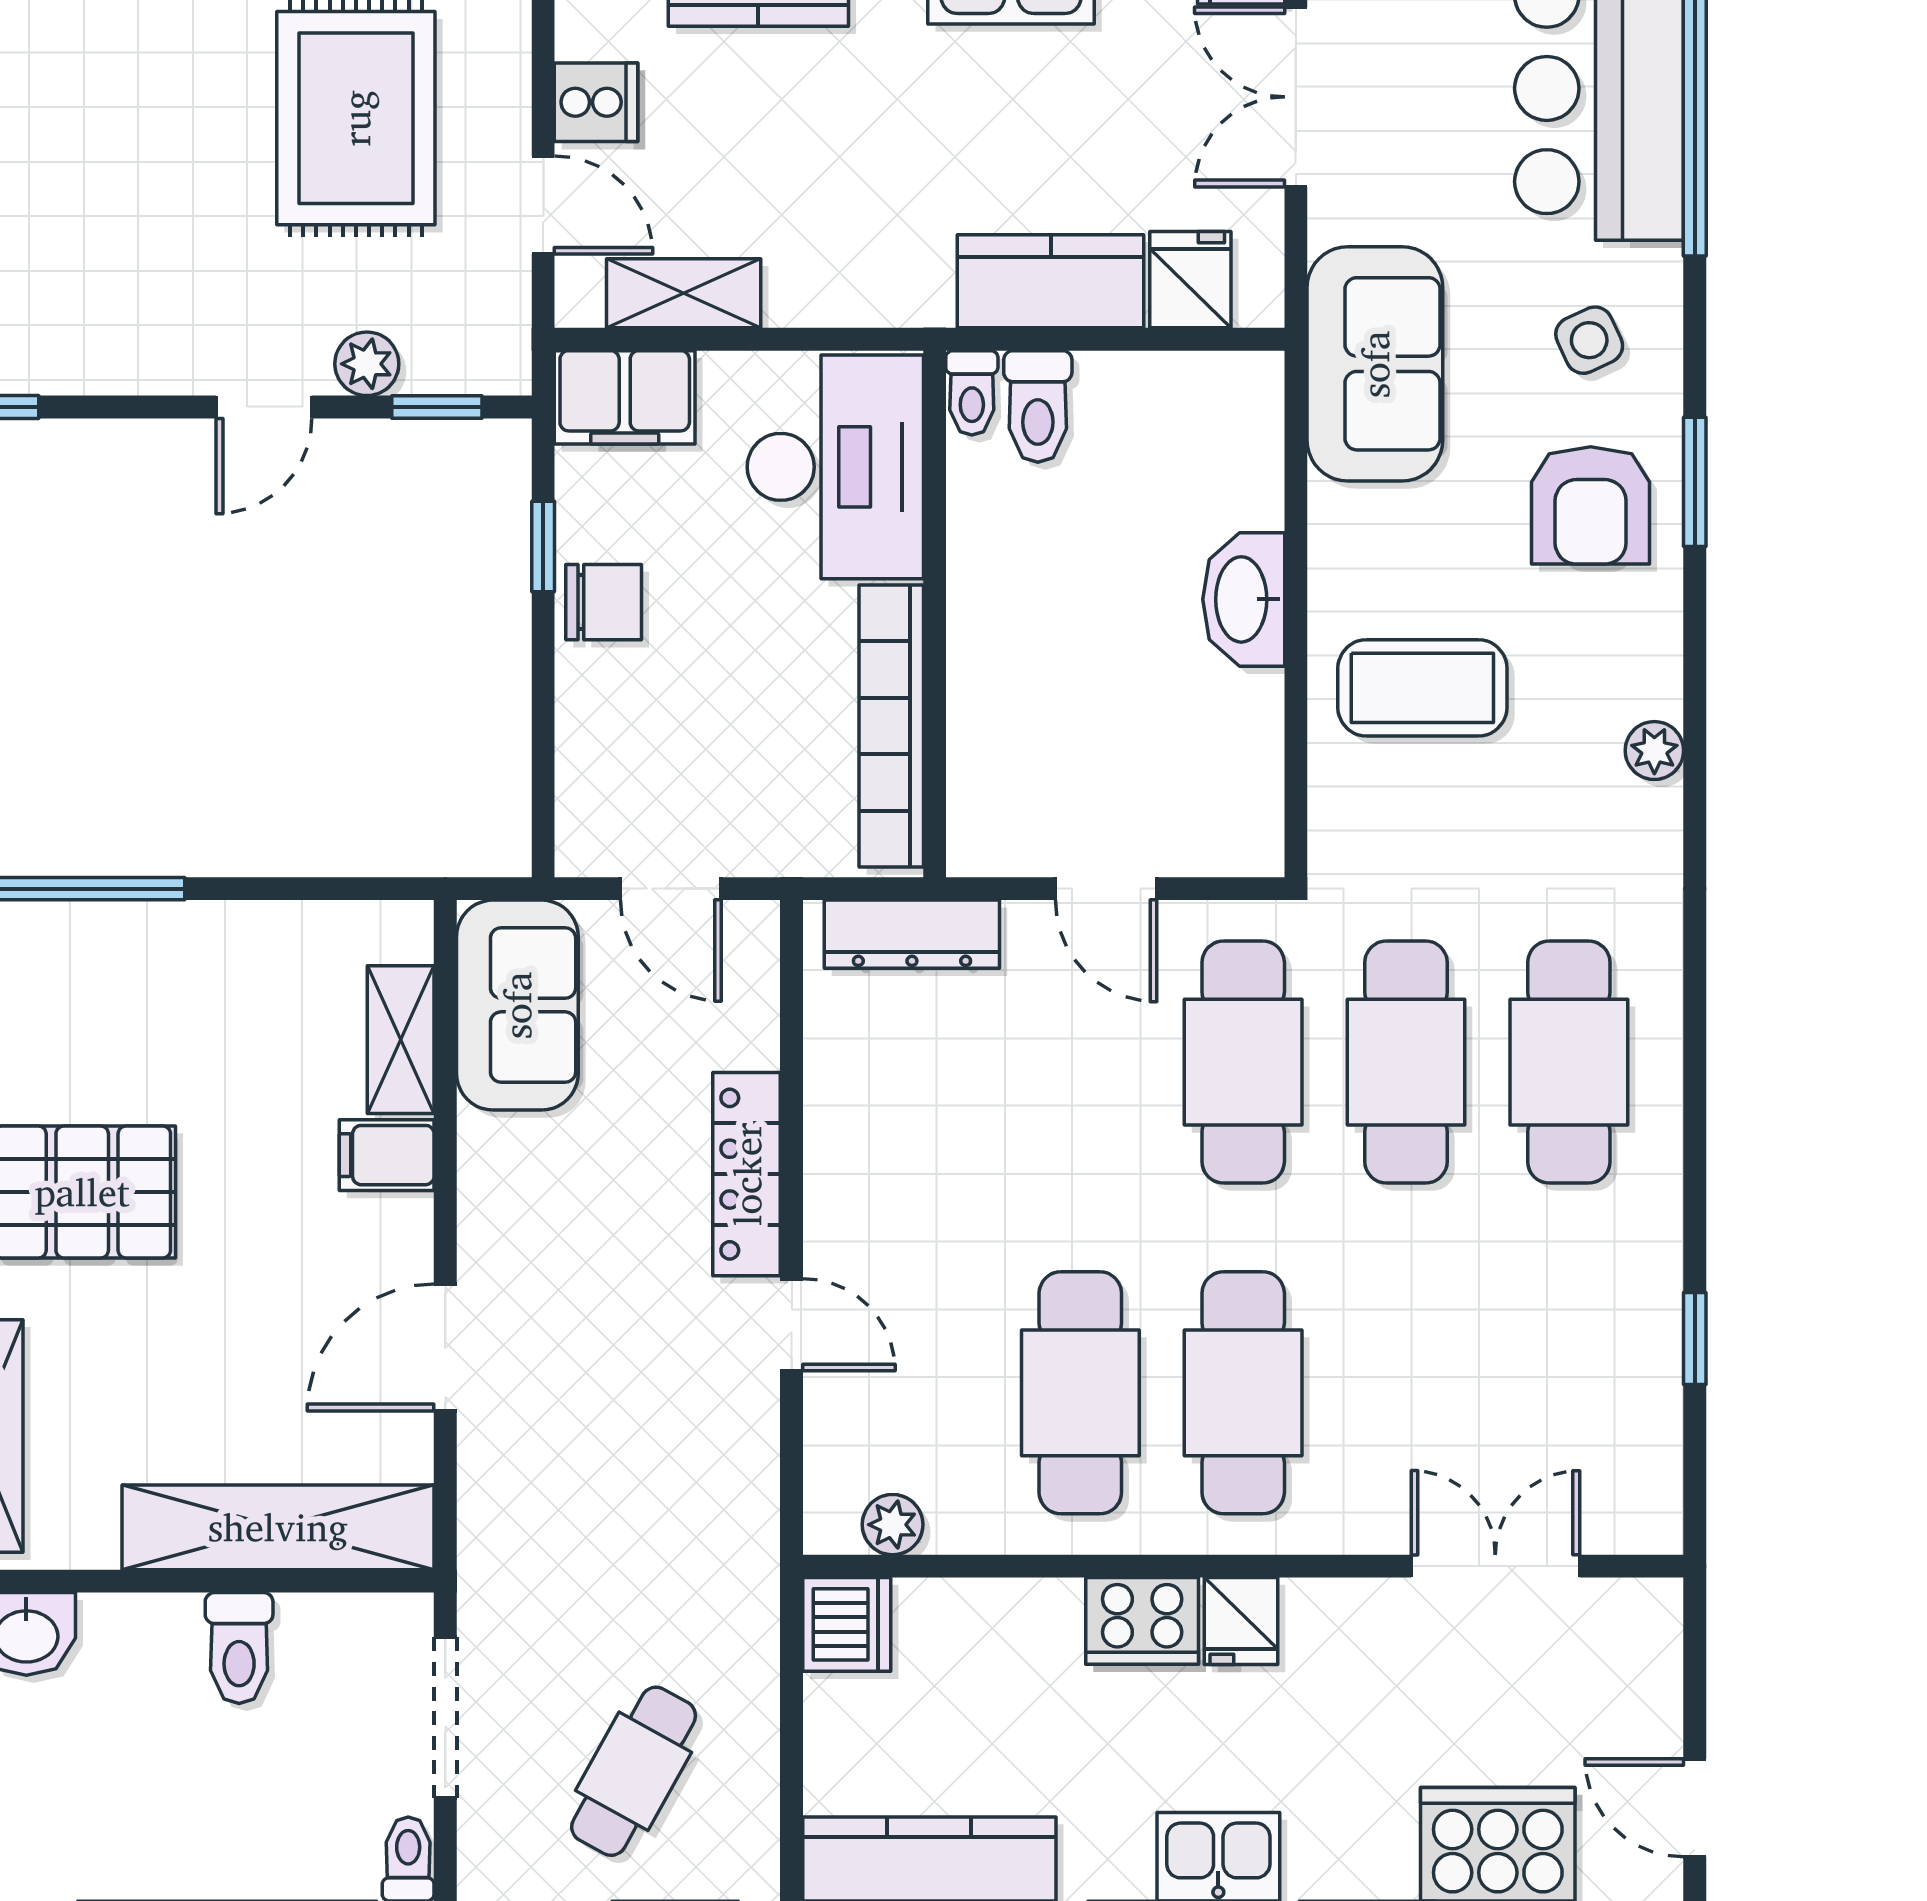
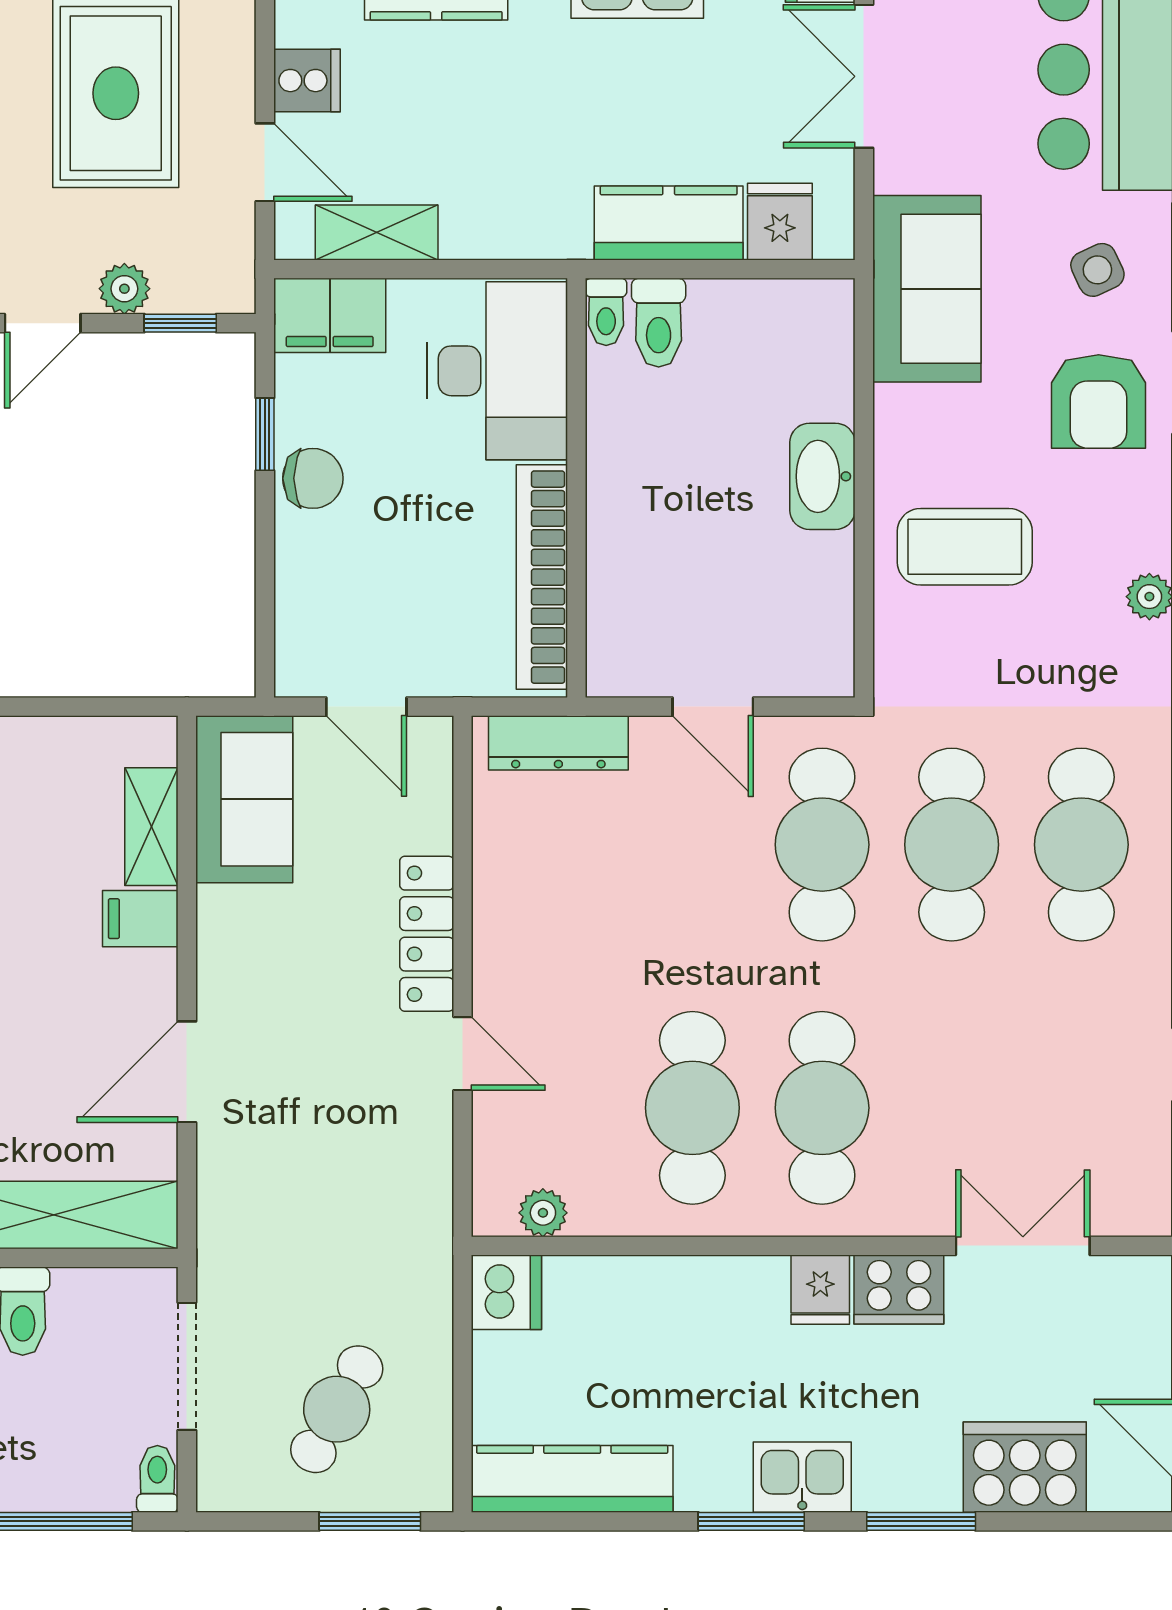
cooker: (1142, 1621) -> (899, 1289), moved

